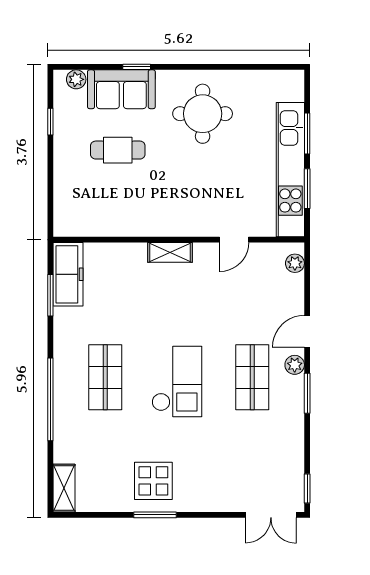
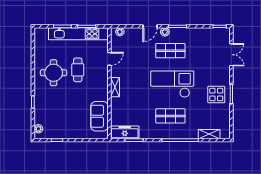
sofa: (121, 89) -> (99, 116), moved, turned 180
cafe table: (118, 150) -> (78, 70), moved
door: (234, 240) -> (109, 59), hinge flipped
door: (307, 331) -> (150, 26), hinge flipped
checkout: (177, 381) -> (172, 84), width x1.36, depth x1.21
shelving: (64, 488) -> (209, 134), moved
double door: (271, 515) -> (231, 55), moved

